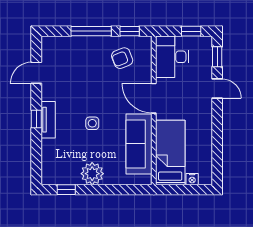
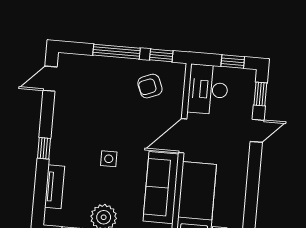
door: (36, 73) -> (50, 79), moved
door: (217, 88) -> (257, 131), hinge flipped
door: (154, 98) -> (183, 136), hinge flipped
tv unit: (48, 120) -> (55, 187), moved

